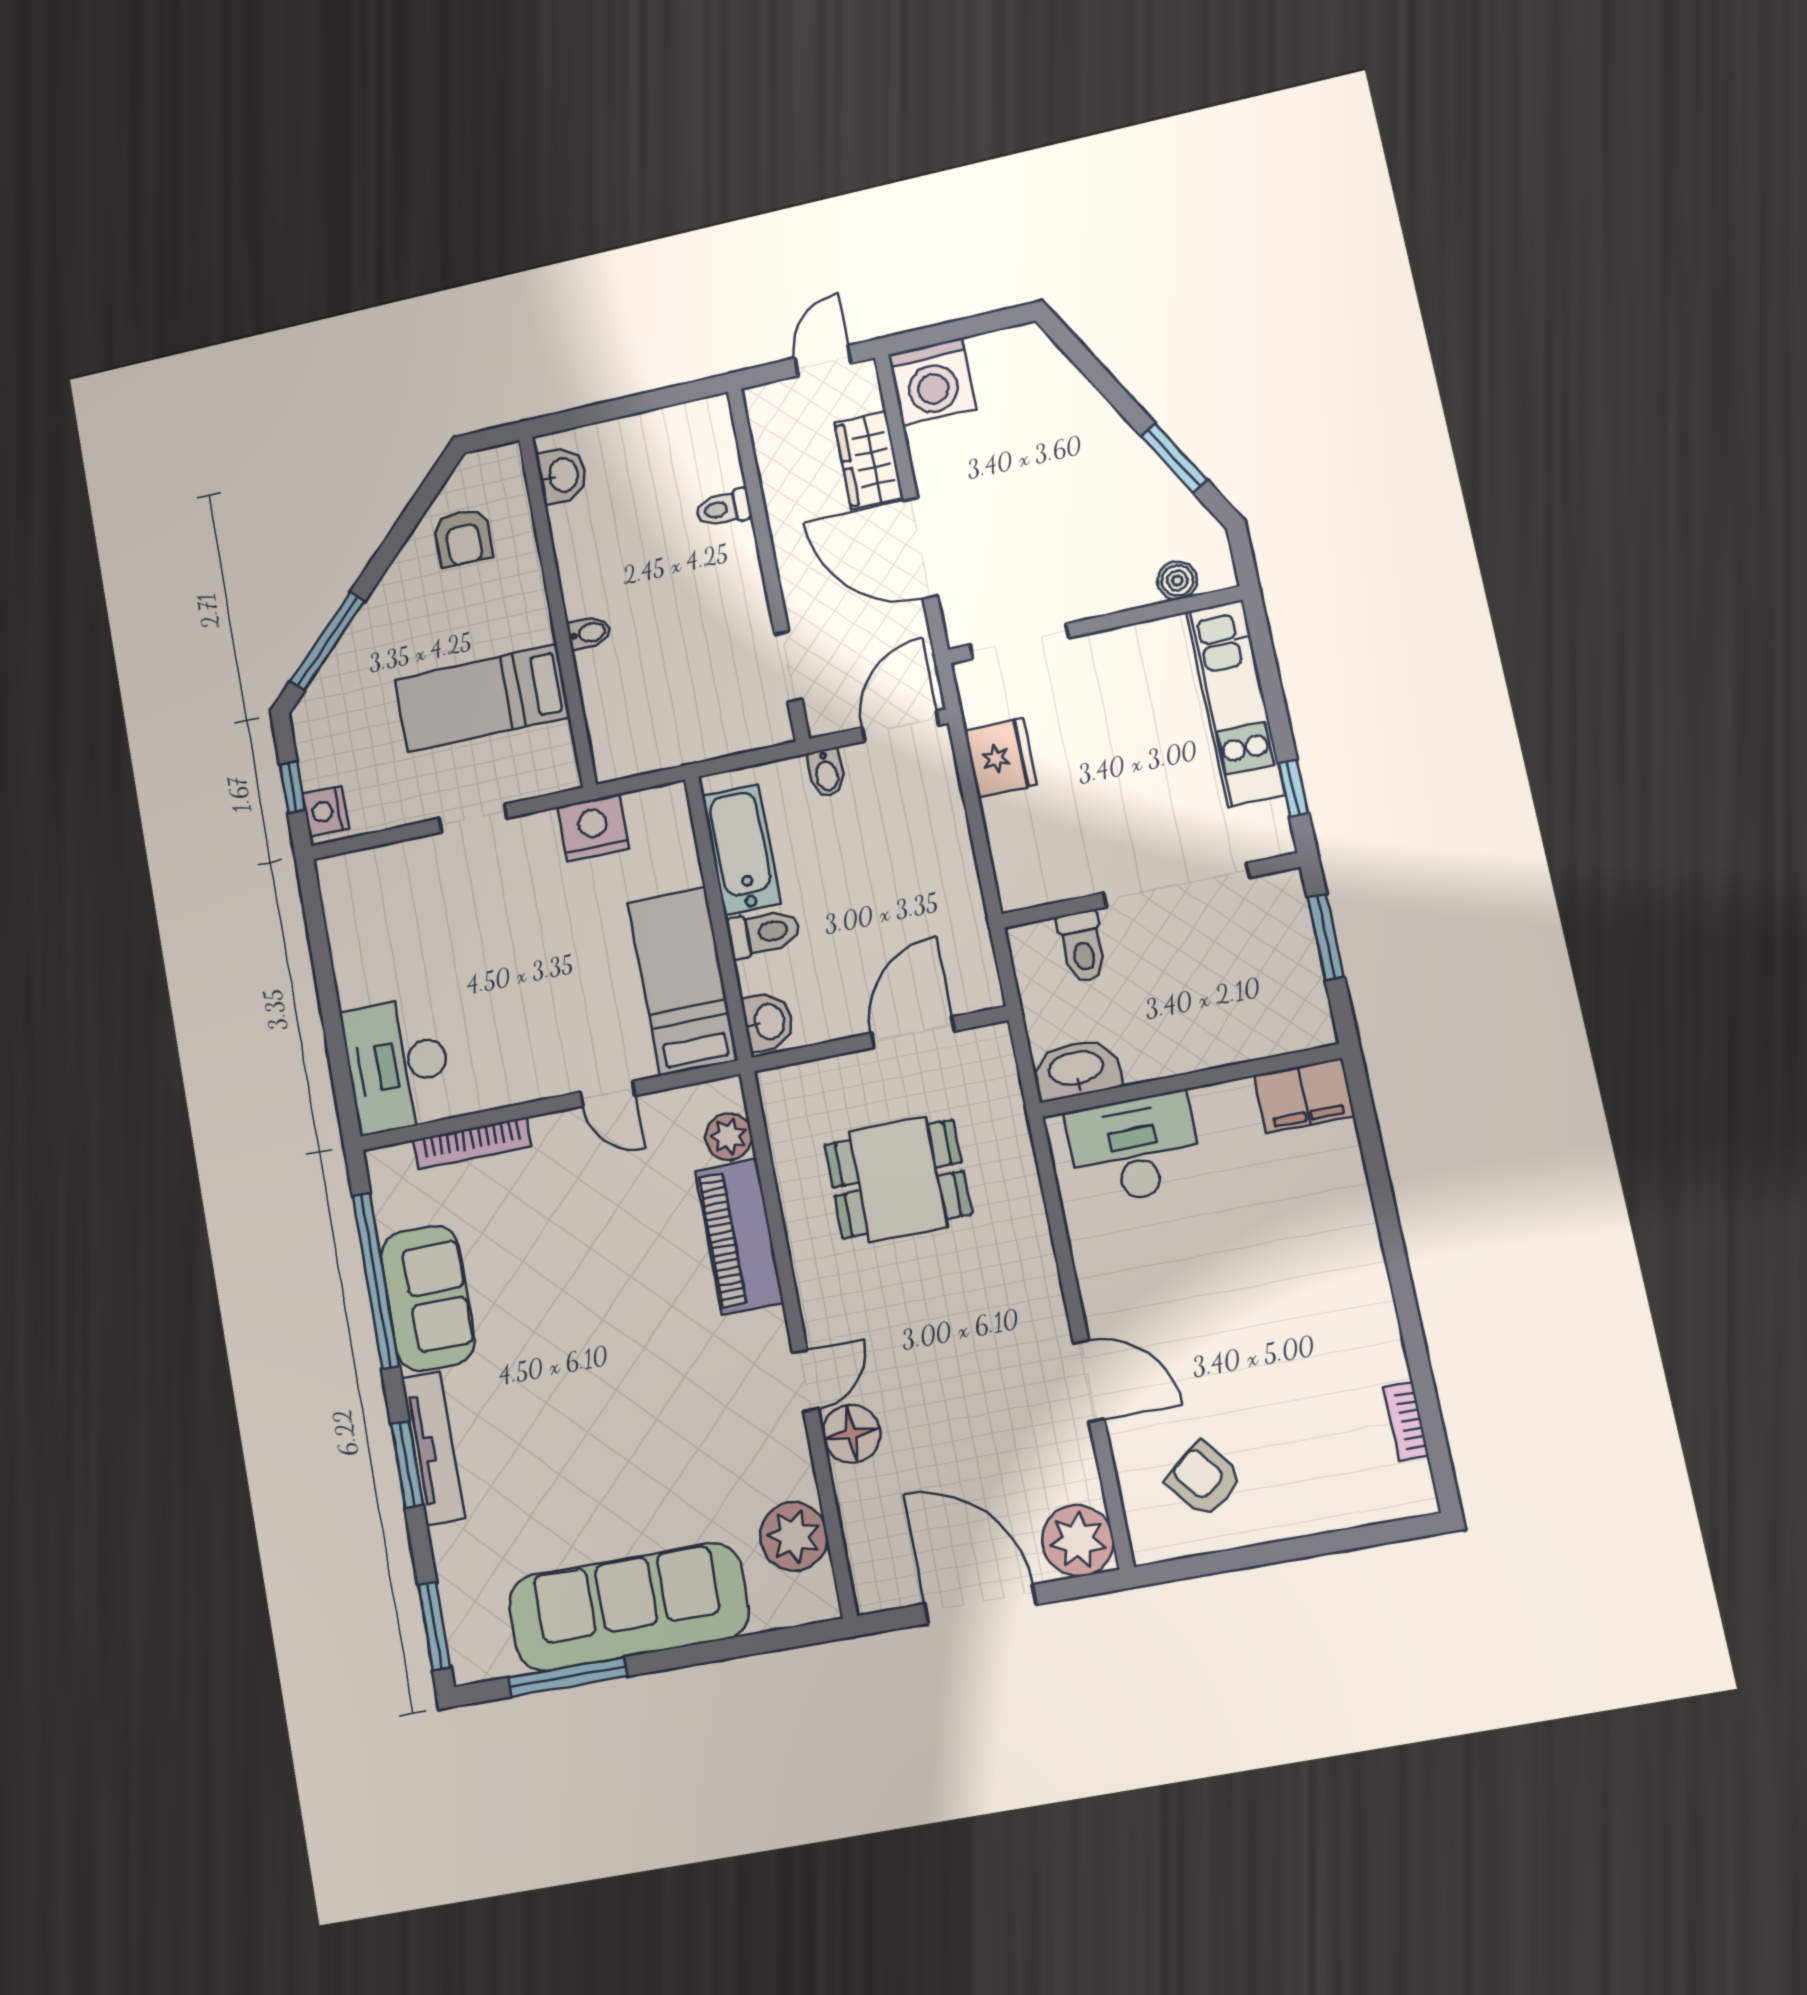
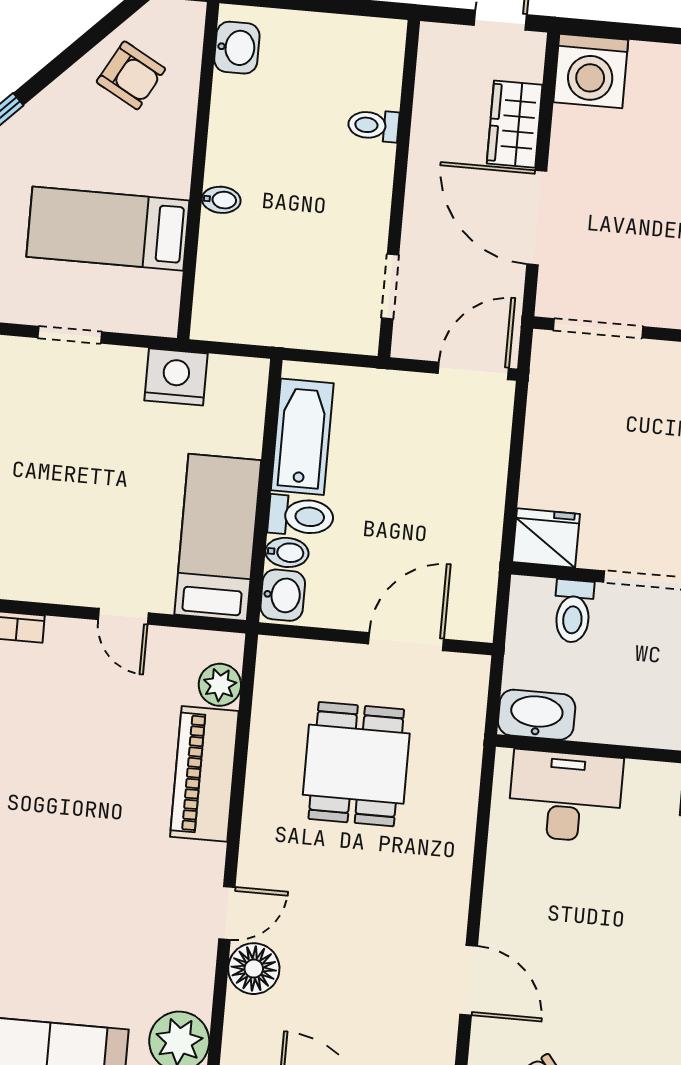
armchair: (463, 537) -> (131, 75), turned -61
fridge: (1000, 758) -> (546, 538), moved, turned -90
bidet: (826, 773) -> (287, 552), moved, turned -90
dining table: (898, 1179) -> (356, 764), turned 90

